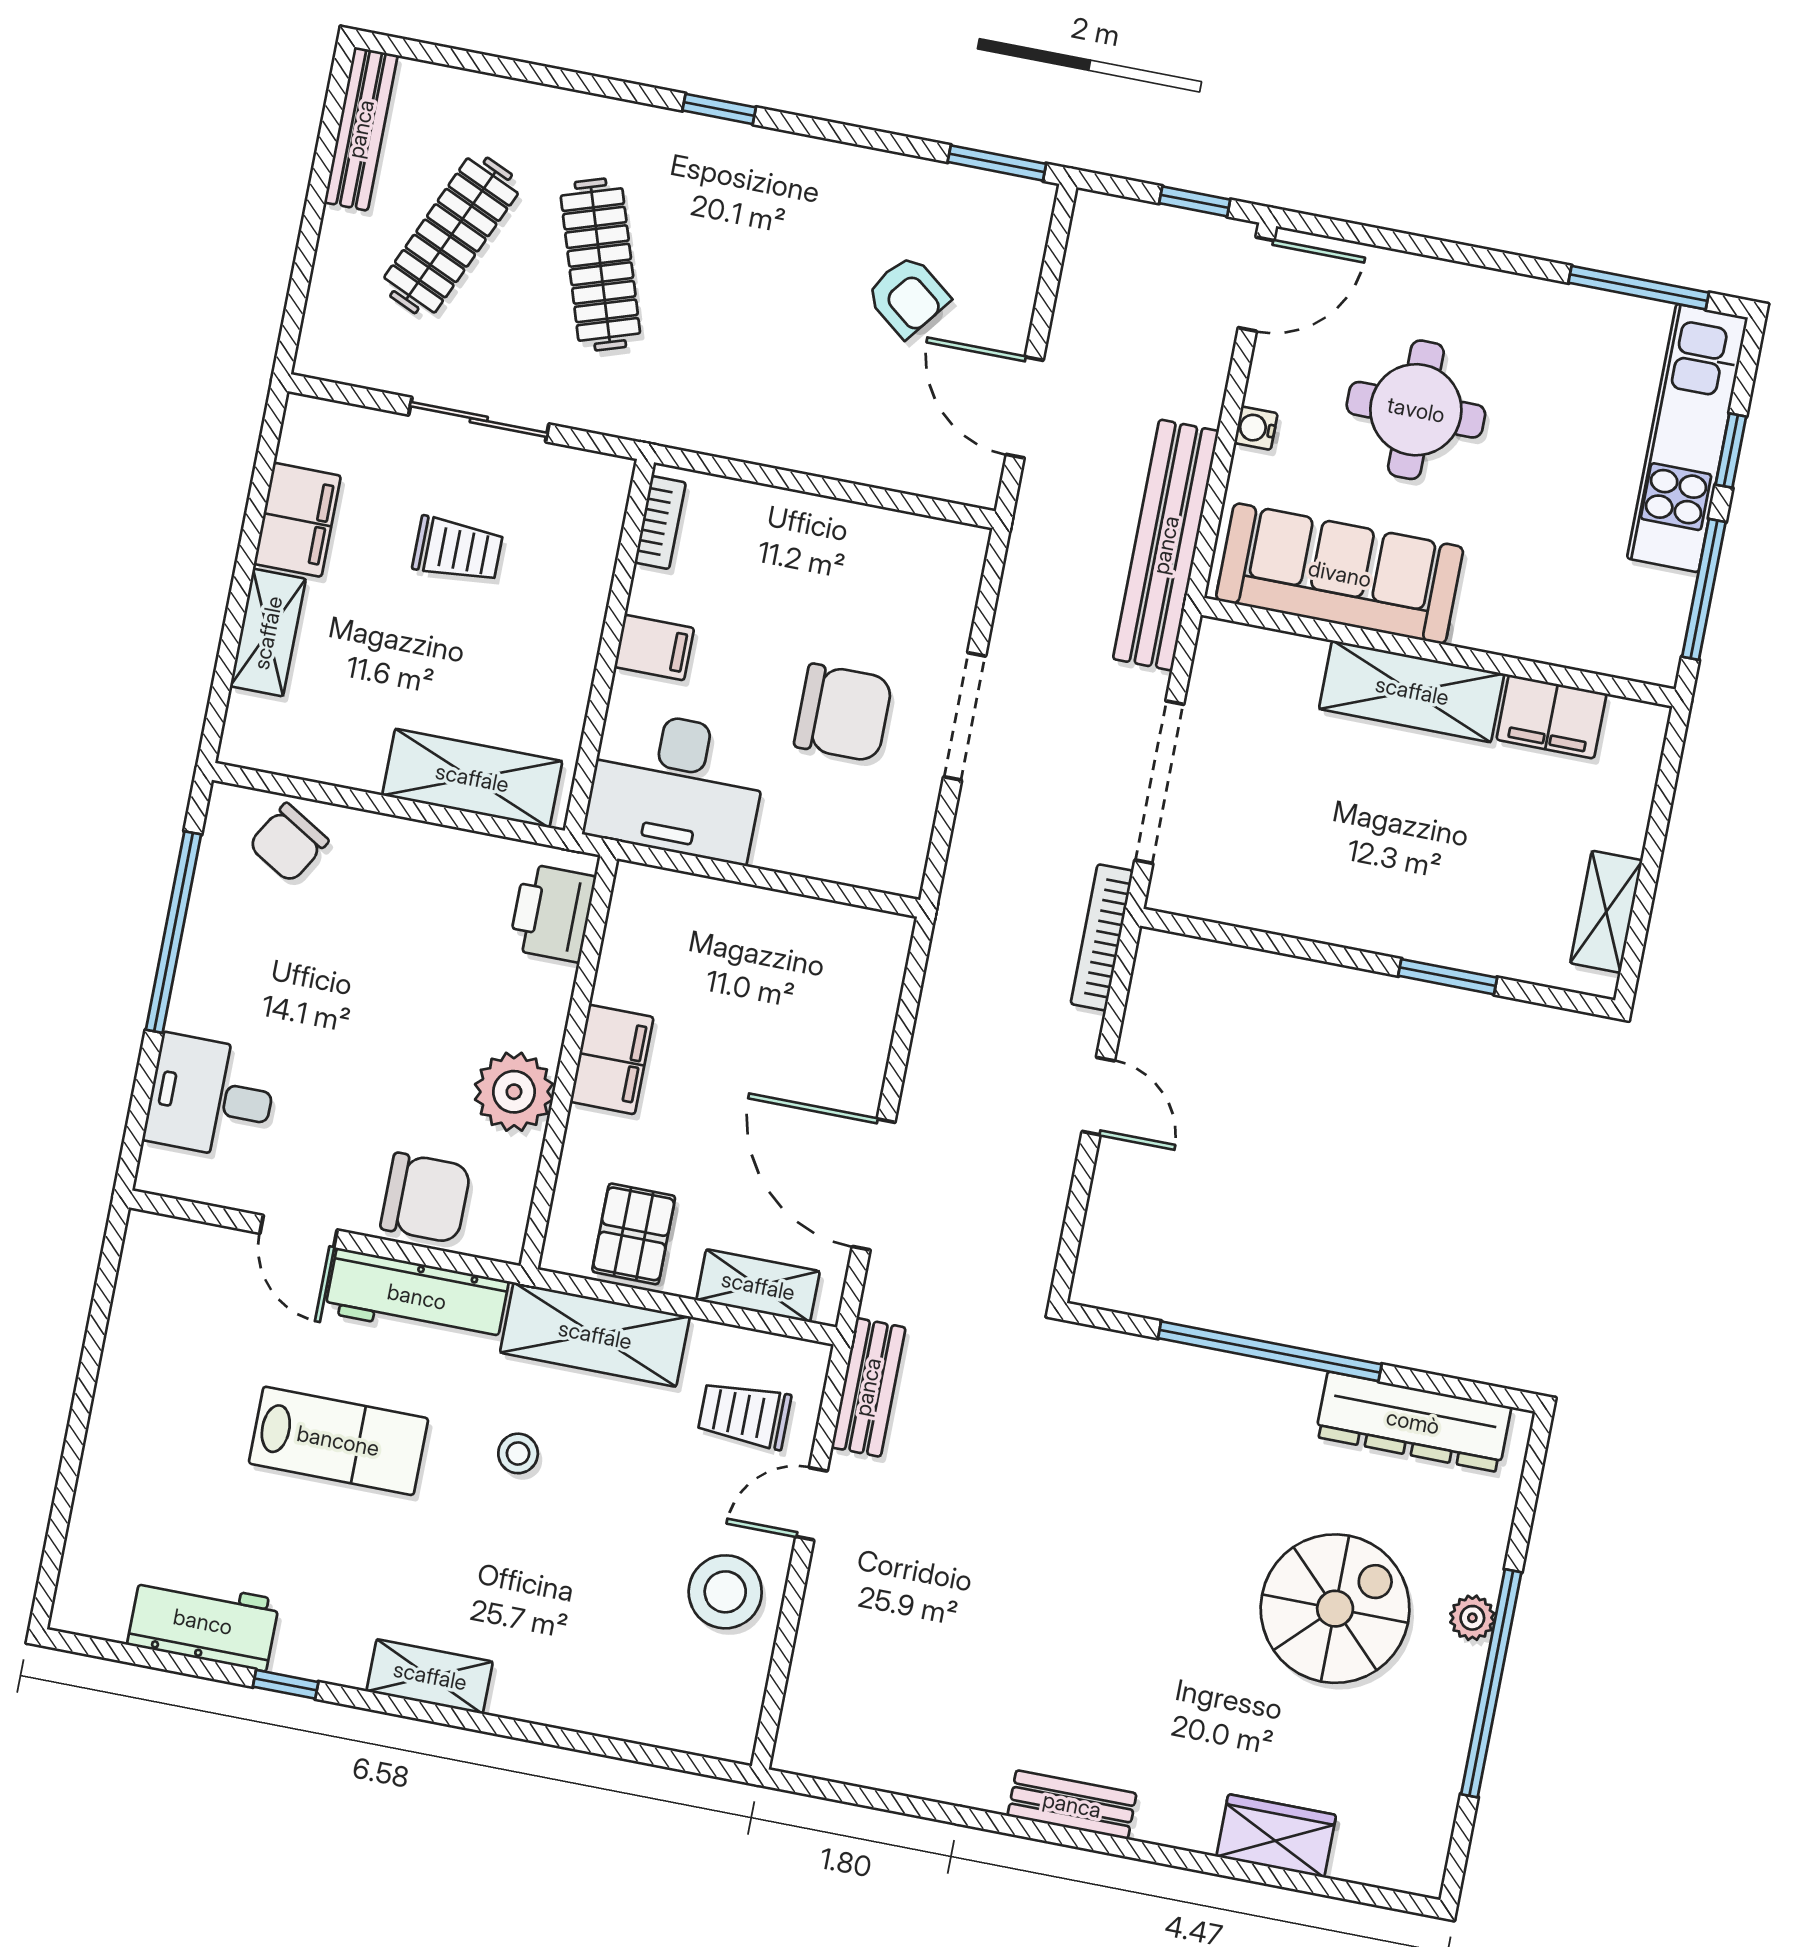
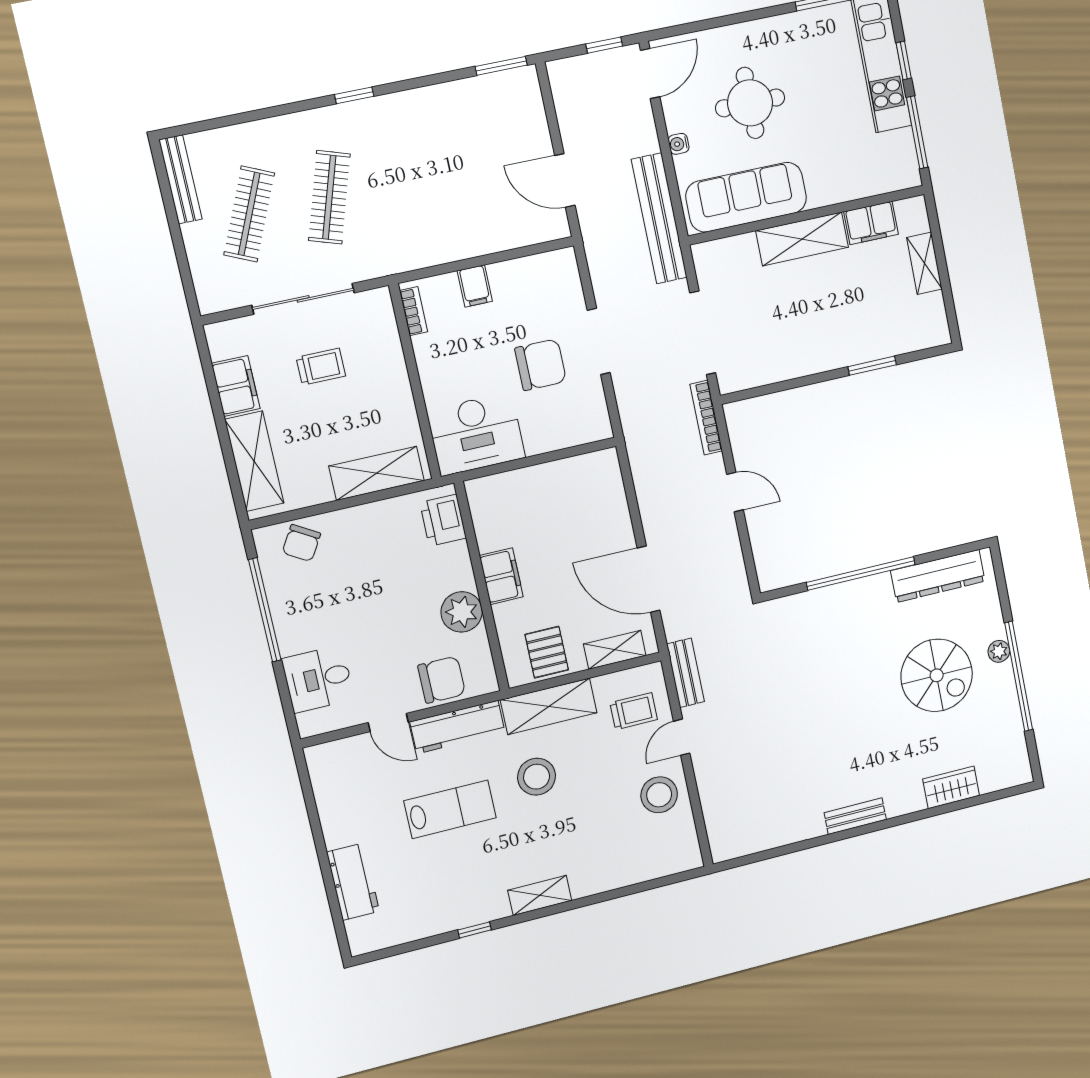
clothes rail: (600, 264) -> (329, 197), turned 36
armchair: (908, 296) -> (486, 150), removed
sliding door: (479, 420) -> (303, 299), width x1.37
shelving: (268, 633) -> (254, 461), width x1.50, depth x1.33
filing cabinet: (654, 648) -> (475, 286), moved, turned 90
shelving: (1606, 912) -> (924, 263), moved
trolley: (744, 1415) -> (634, 711), turned 180
stool: (518, 1453) -> (537, 777), width x1.89, depth x1.89
spiral stairs: (1335, 1609) -> (937, 675), turned 90
workbench: (203, 1622) -> (353, 882), moved, turned 90

